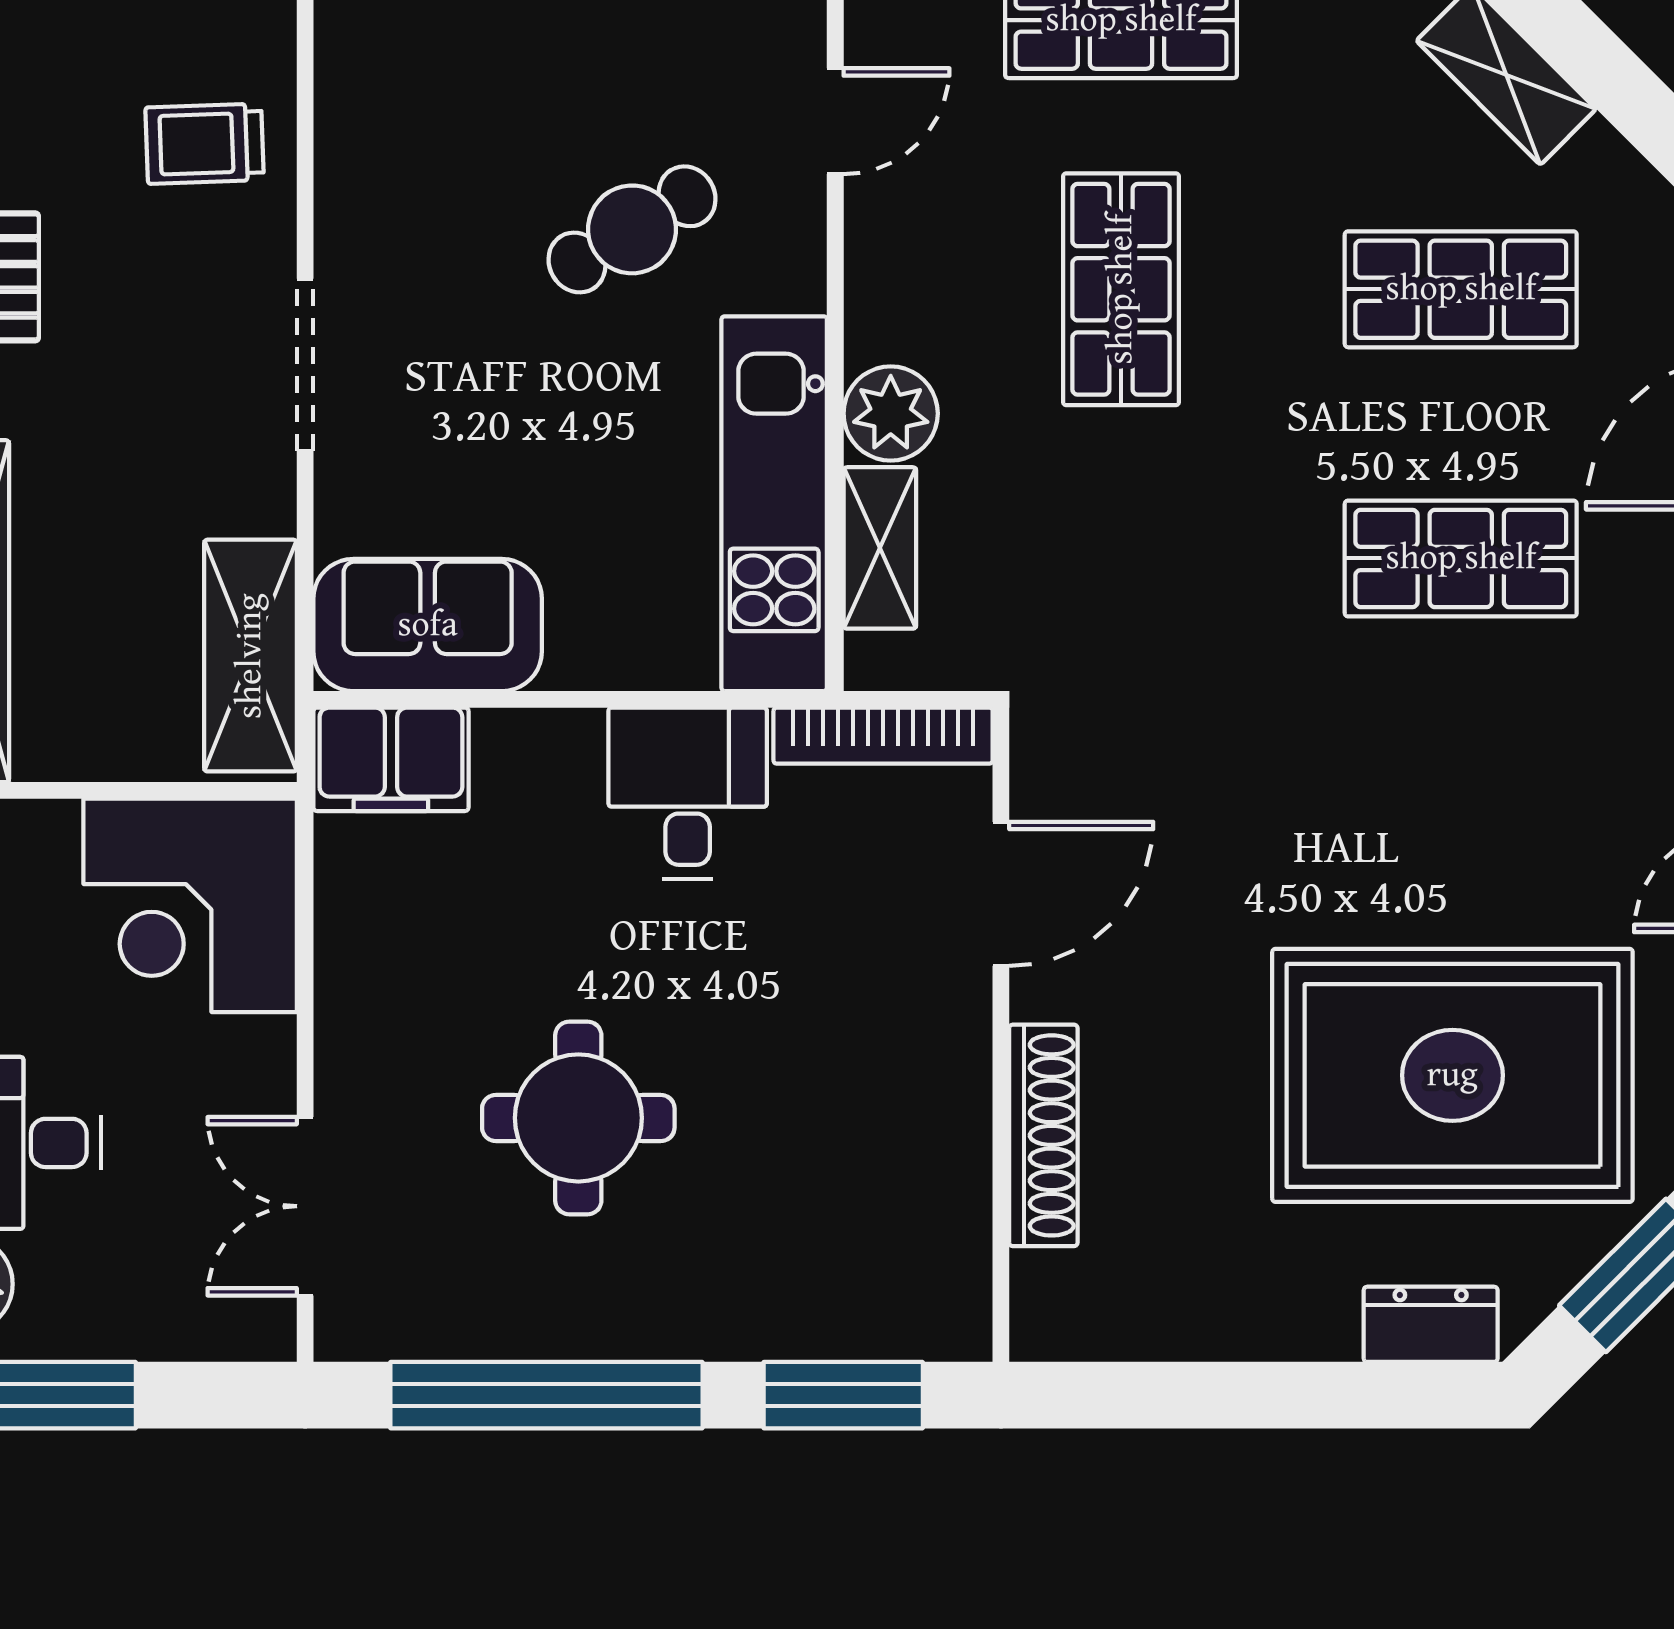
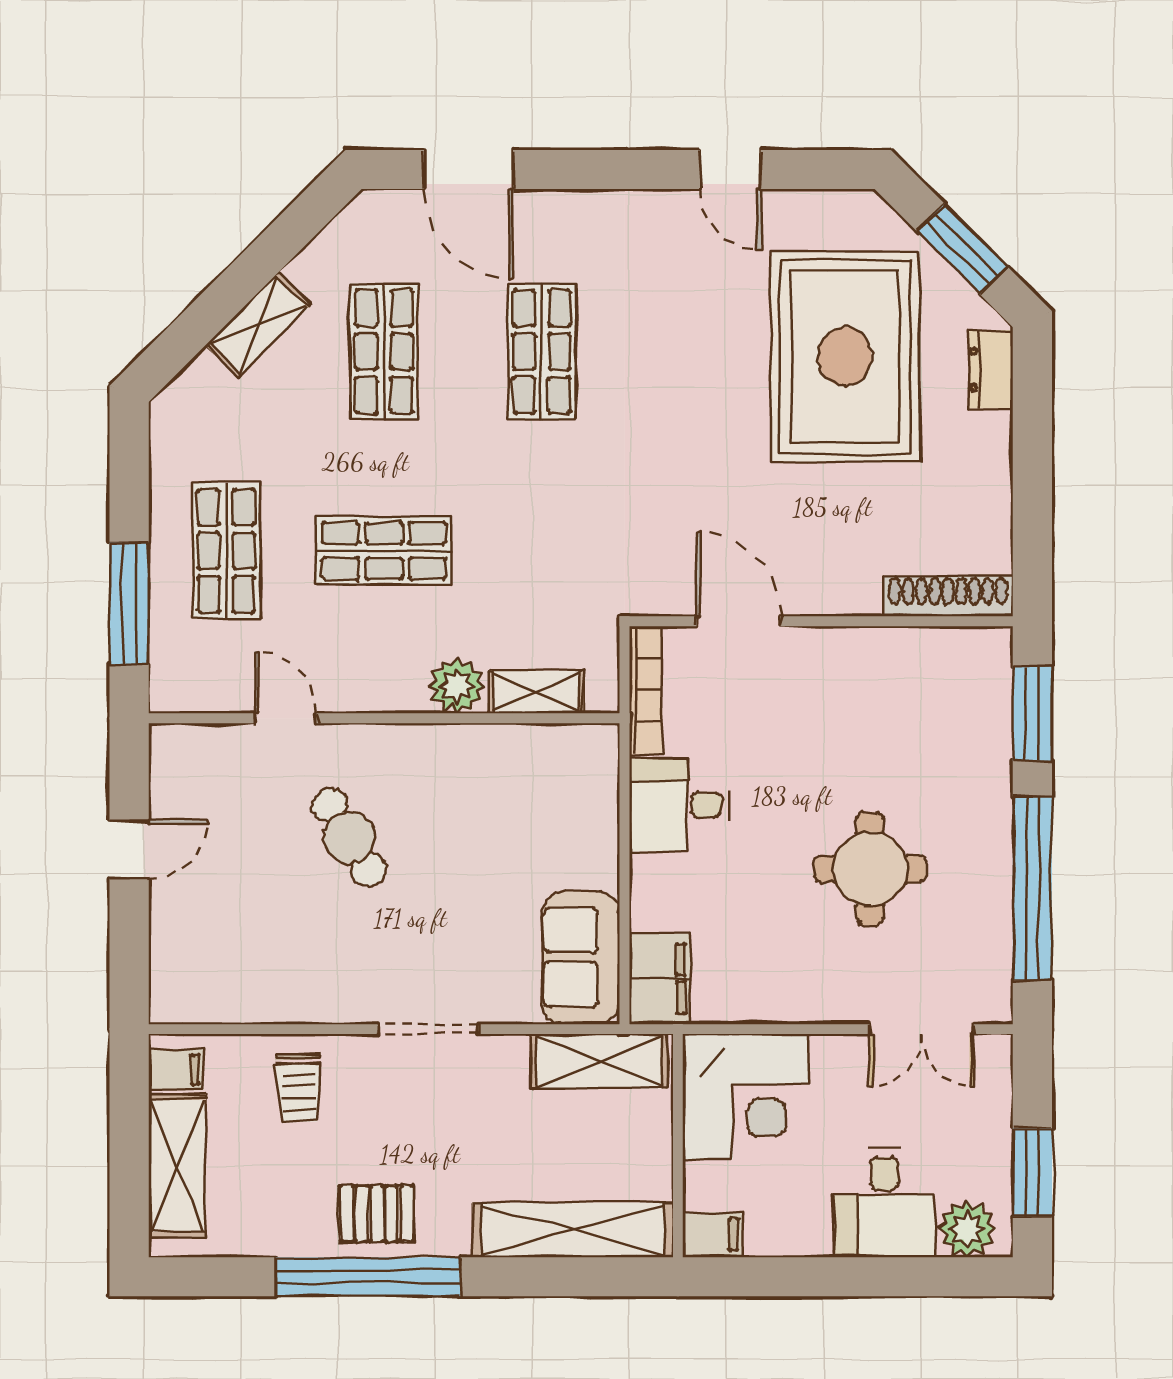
kitchen unit: (774, 504) -> (510, 754), removed
shoe rack: (1043, 1135) -> (948, 596), moved

